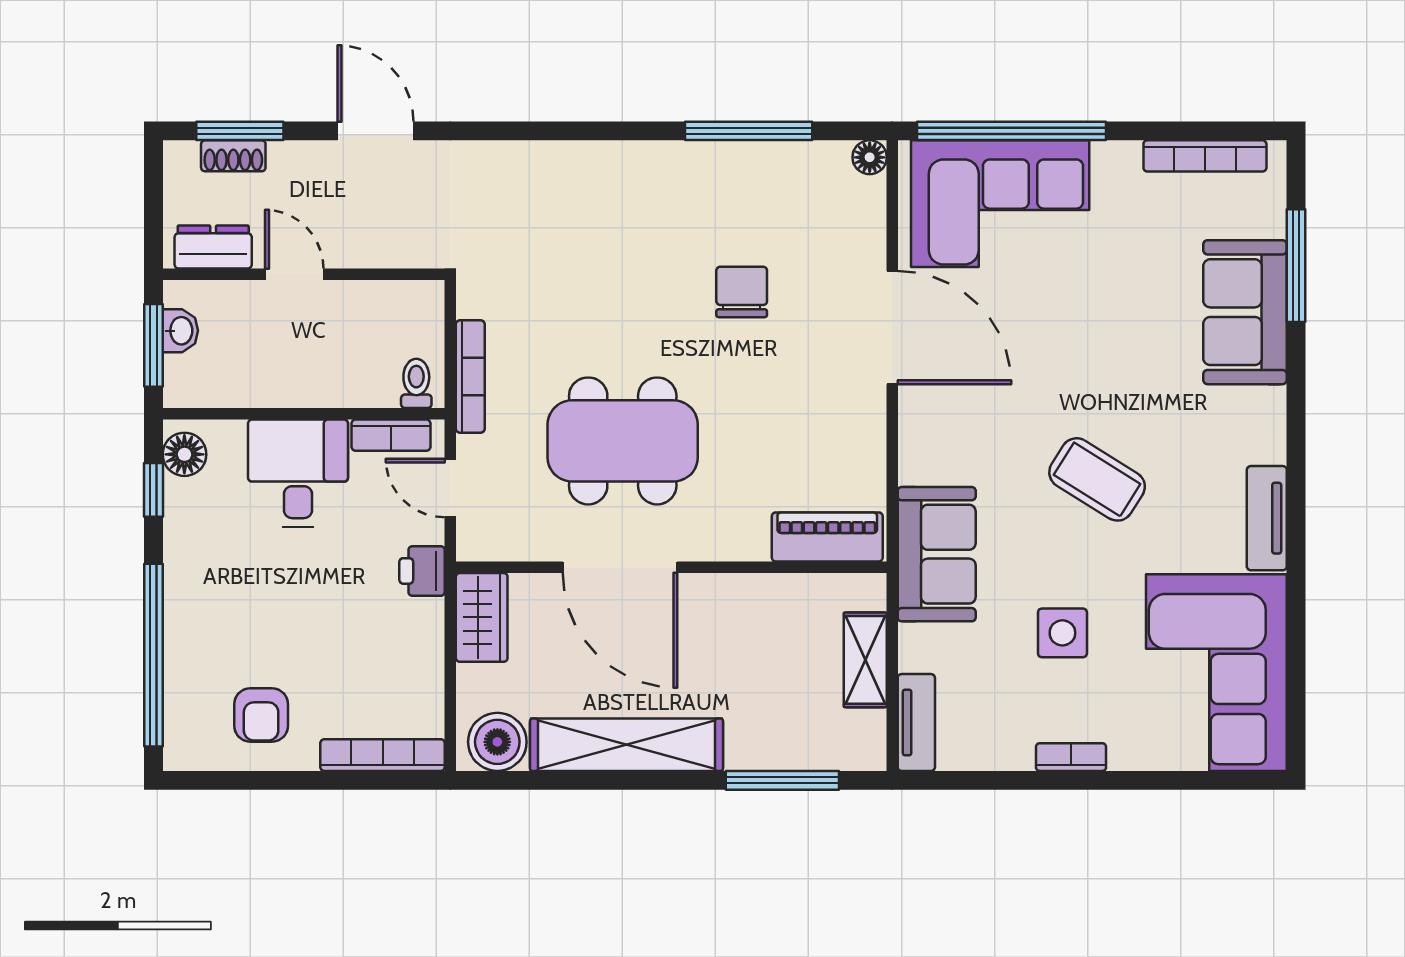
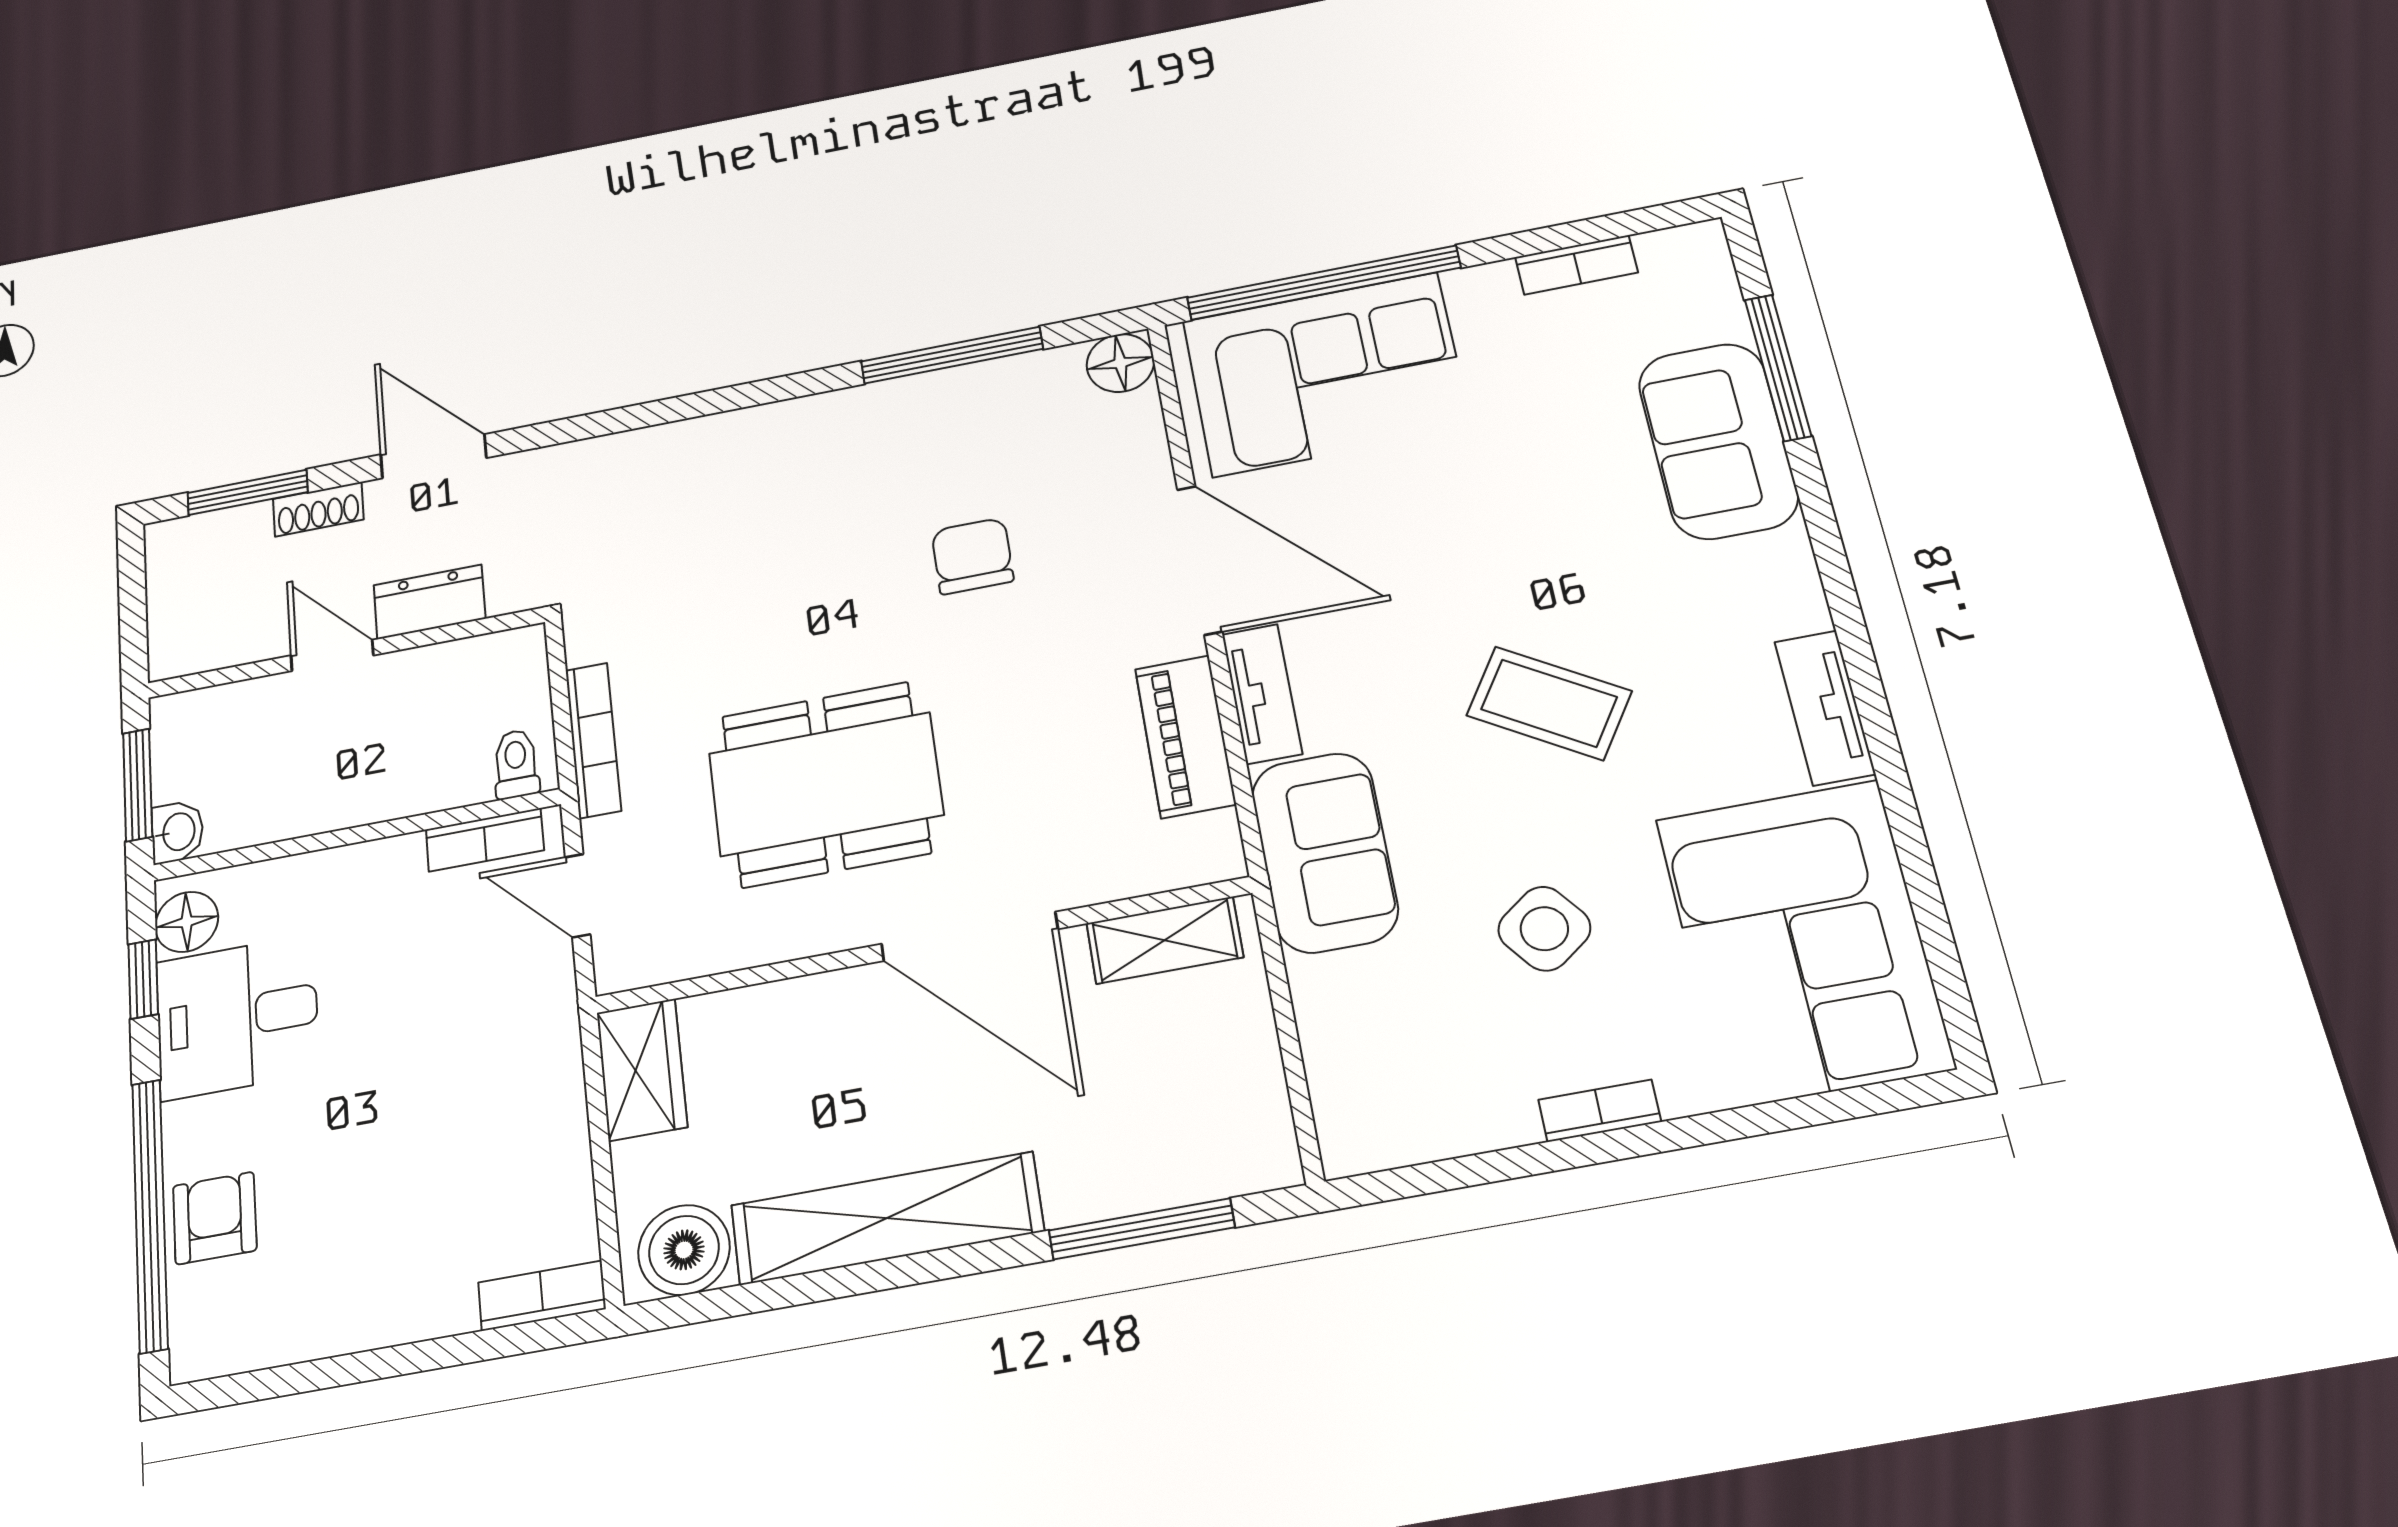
shoe rack: (233, 156) -> (318, 509), moved
bookcase: (1205, 156) -> (1576, 265), width x0.64
floor lamp: (870, 157) -> (1120, 363), width x1.37, depth x1.37
dresser: (213, 247) -> (430, 602), moved
washbasin: (180, 331) -> (177, 832), moved
desk: (298, 473) -> (237, 1017), moved, turned -90
piano: (827, 537) -> (1185, 736), moved, turned -90
door: (620, 567) -> (969, 936), moved
printer: (422, 571) -> (546, 1019), removed
side table: (1062, 633) -> (1544, 929), turned -37
shelving: (865, 660) -> (1165, 940), moved, turned 90
armchair: (261, 715) -> (215, 1218), moved, turned 180
tv unit: (916, 723) -> (1262, 694), moved
bookcase: (383, 755) -> (542, 1296), width x0.64

